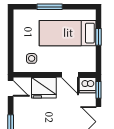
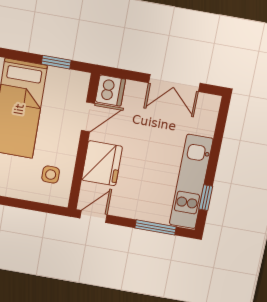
window: (99, 37) -> (56, 62), moved
window: (99, 90) -> (122, 74), removed

